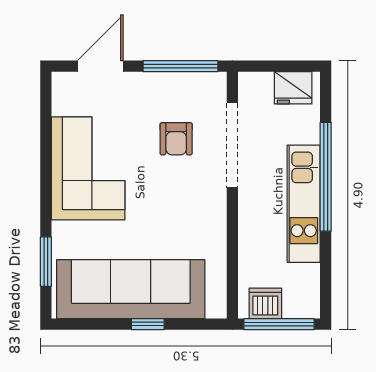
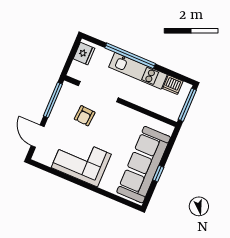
armchair: (176, 139) -> (85, 116), turned 94
window: (46, 262) -> (115, 198), removed
dishwasher: (265, 303) -> (173, 85), moved, turned -90
window: (148, 324) -> (158, 174), moved

